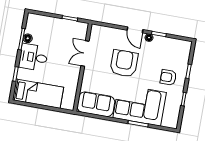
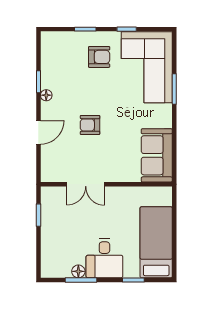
door: (135, 30) -> (38, 132), moved
armchair: (124, 63) -> (90, 125), width x0.53, depth x0.53
armchair: (168, 77) -> (99, 57), turned -90
corner sofa: (140, 105) -> (147, 67), moved

